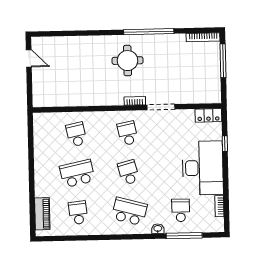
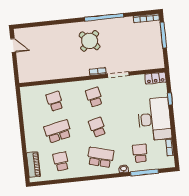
round table: (128, 61) -> (90, 41), turned 45

